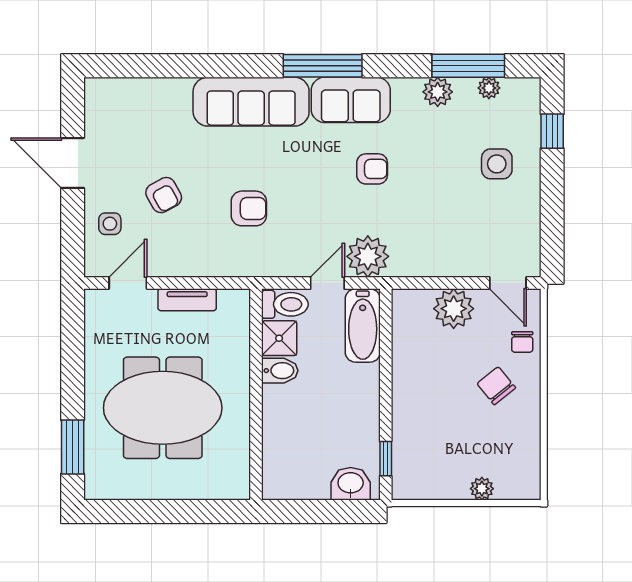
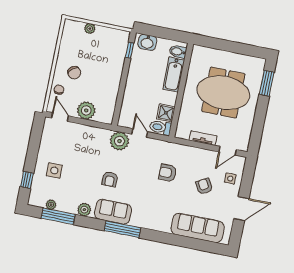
plant: (438, 92) -> (84, 210), moved
sofa: (251, 102) -> (198, 228), moved
door: (73, 163) -> (241, 209), hinge flipped
armchair: (372, 169) -> (110, 179), turned -90
door: (327, 283) -> (140, 133), swing flipped
bathtub: (363, 325) -> (174, 74), moved, turned 180
bidet: (280, 371) -> (178, 52), moved

